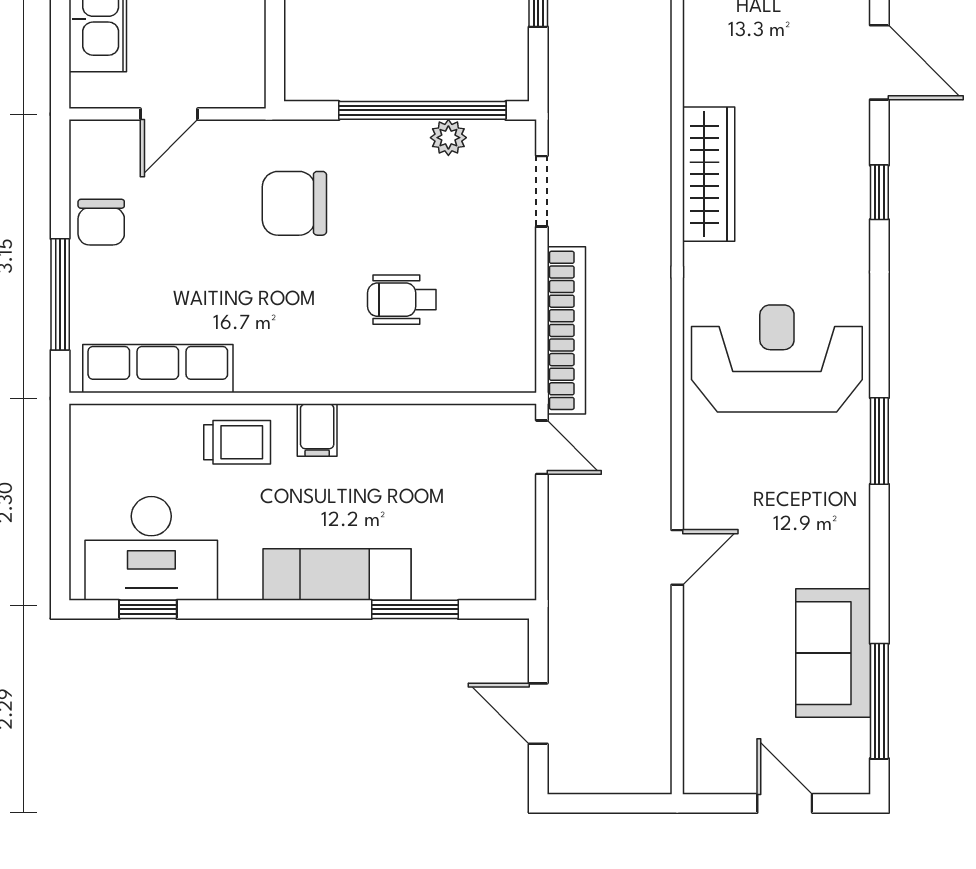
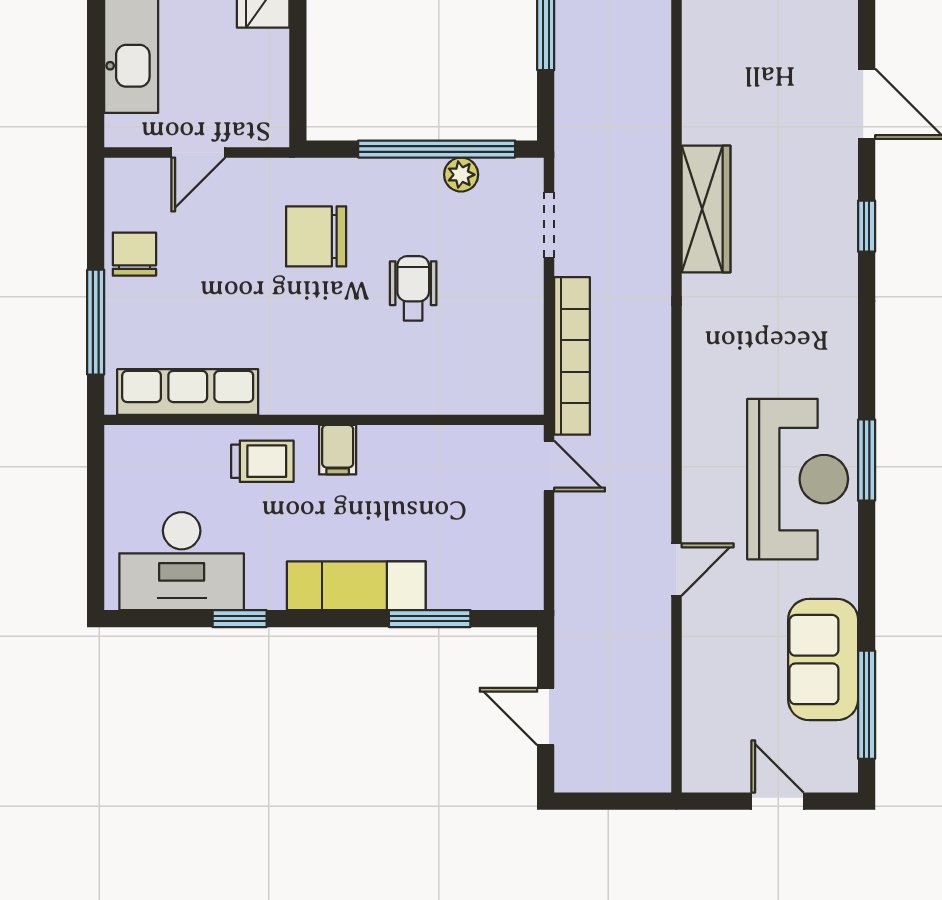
chair: (101, 222) -> (134, 254), turned 180
wheelchair: (402, 300) -> (413, 288), moved, turned 90
reception desk: (777, 358) -> (798, 479), moved, turned 90
window: (148, 609) -> (240, 619), moved

